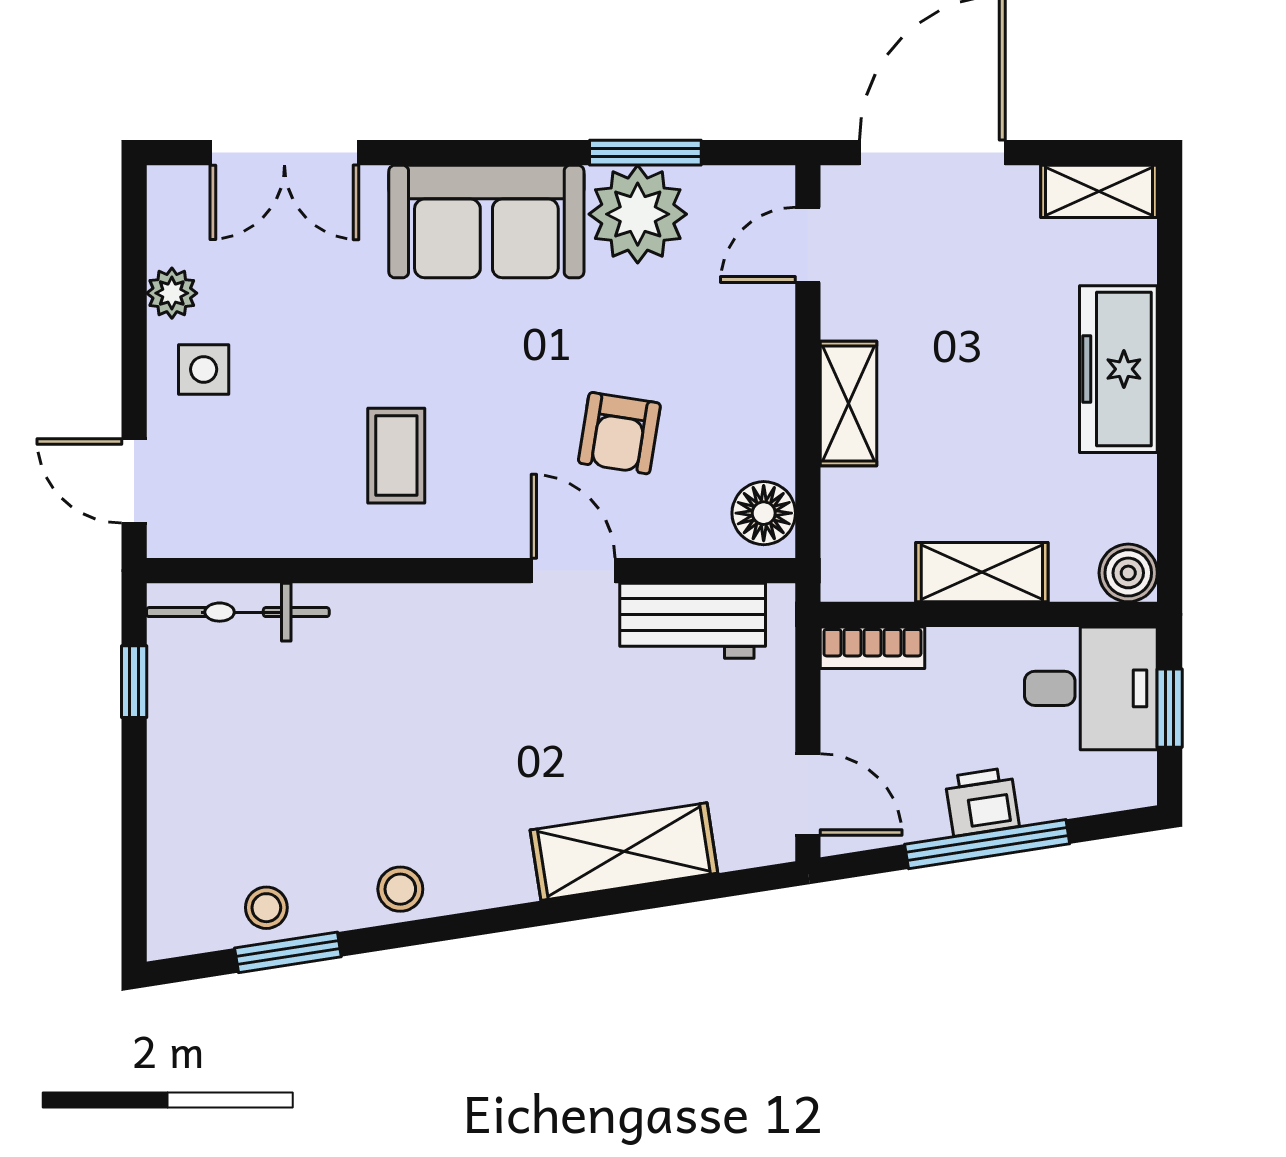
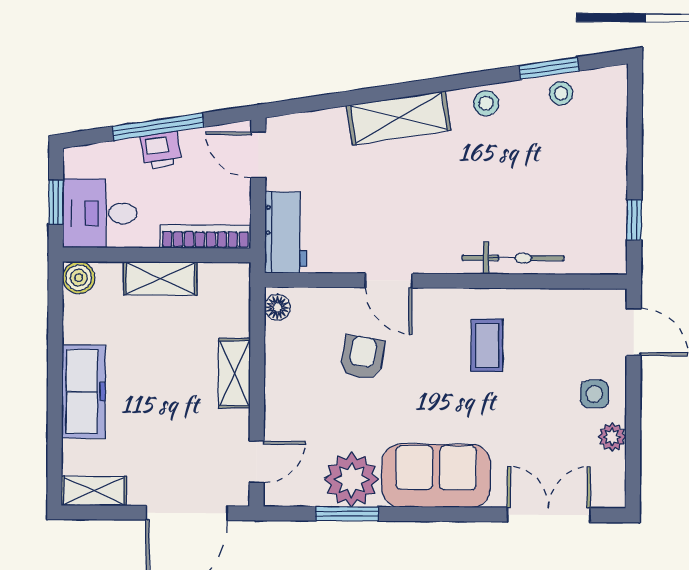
floor lamp: (764, 513) -> (277, 307), width x0.73, depth x0.73
bicycle: (238, 612) -> (513, 258), moved
workbench: (693, 621) -> (286, 232), moved, turned 90
bookcase: (872, 648) -> (205, 237), width x1.56
shelving: (624, 852) -> (399, 118), moved

